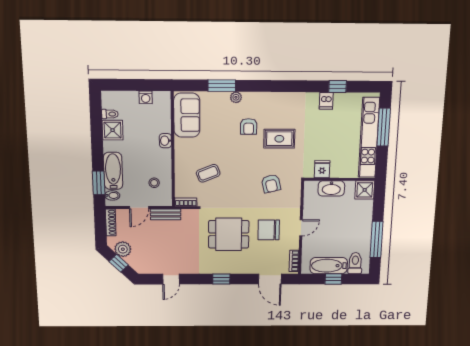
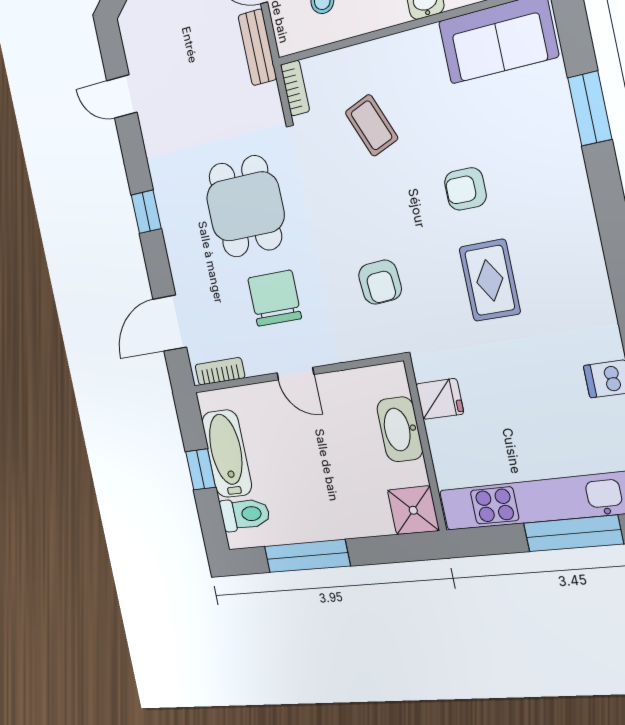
plant: (236, 97) -> (568, 151), removed
armchair: (249, 126) -> (465, 189), moved
armchair: (271, 184) -> (380, 282), turned -81

